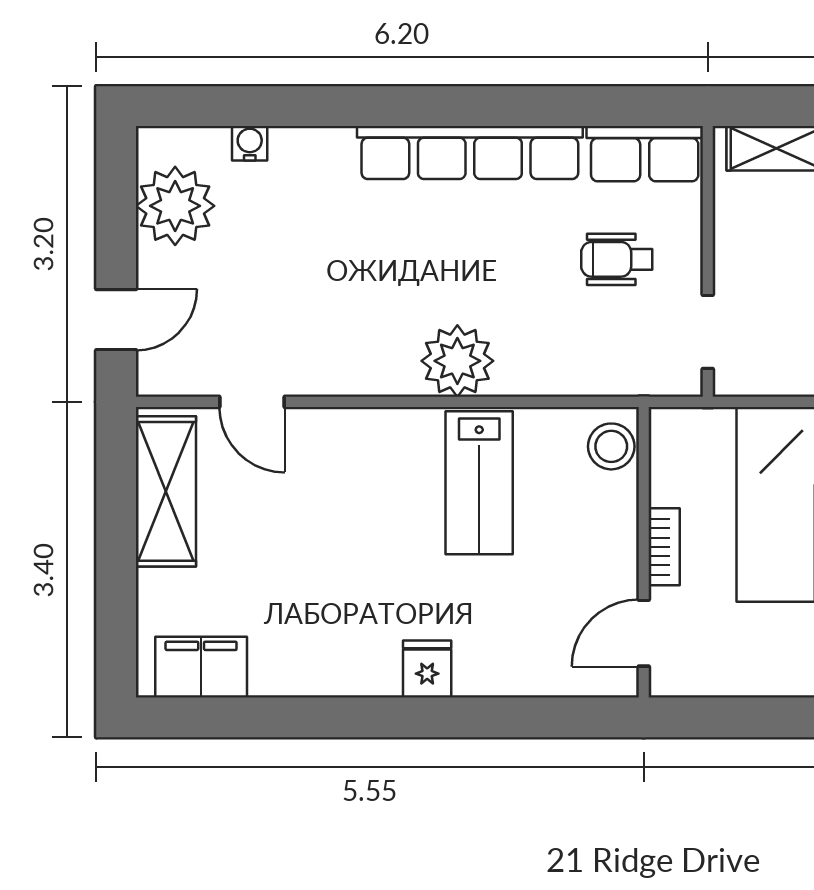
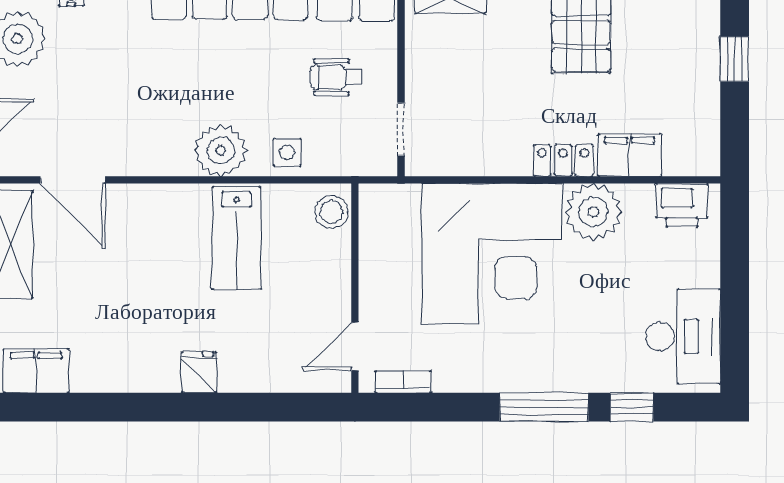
side table: (550, 364) -> (287, 152), added
door: (252, 402) -> (73, 180), width x1.37
bookcase: (664, 547) -> (403, 382), moved, turned -90

